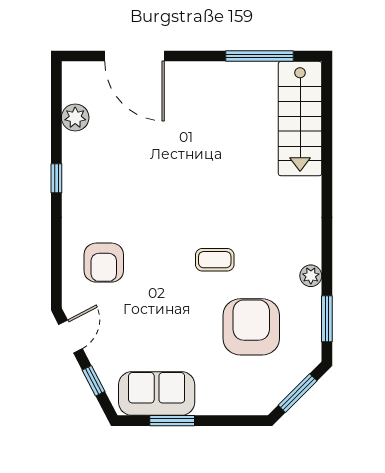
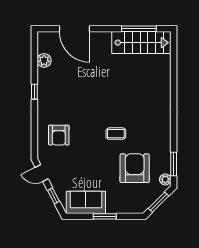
stairs: (300, 119) -> (141, 43), moved, turned -90
plant: (311, 276) -> (165, 179), moved
door: (71, 336) -> (42, 173), swing flipped
window: (172, 421) -> (105, 216), moved

